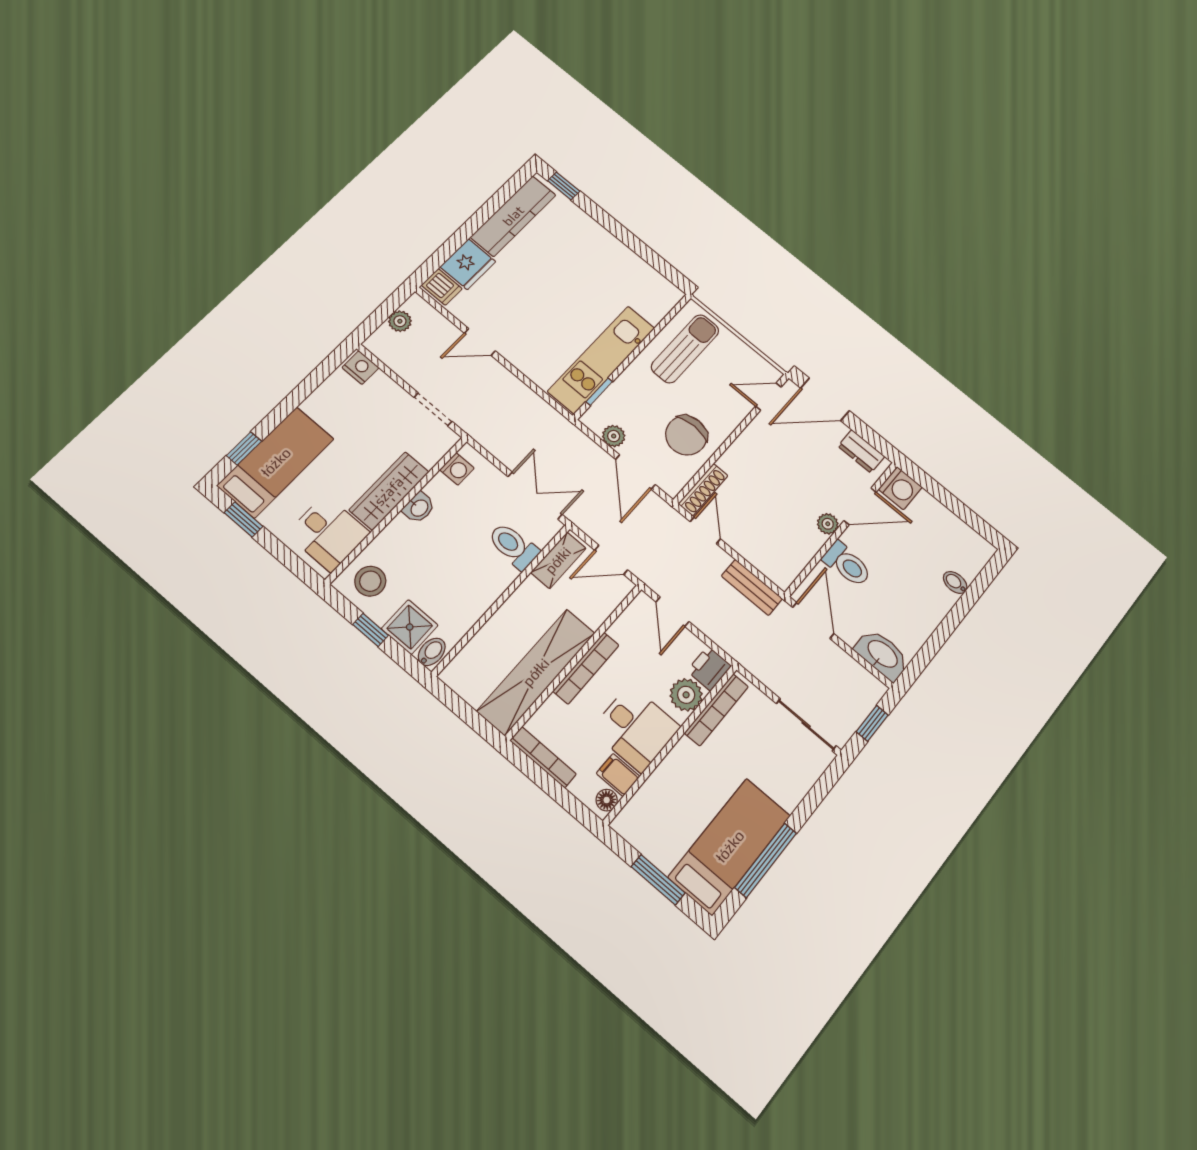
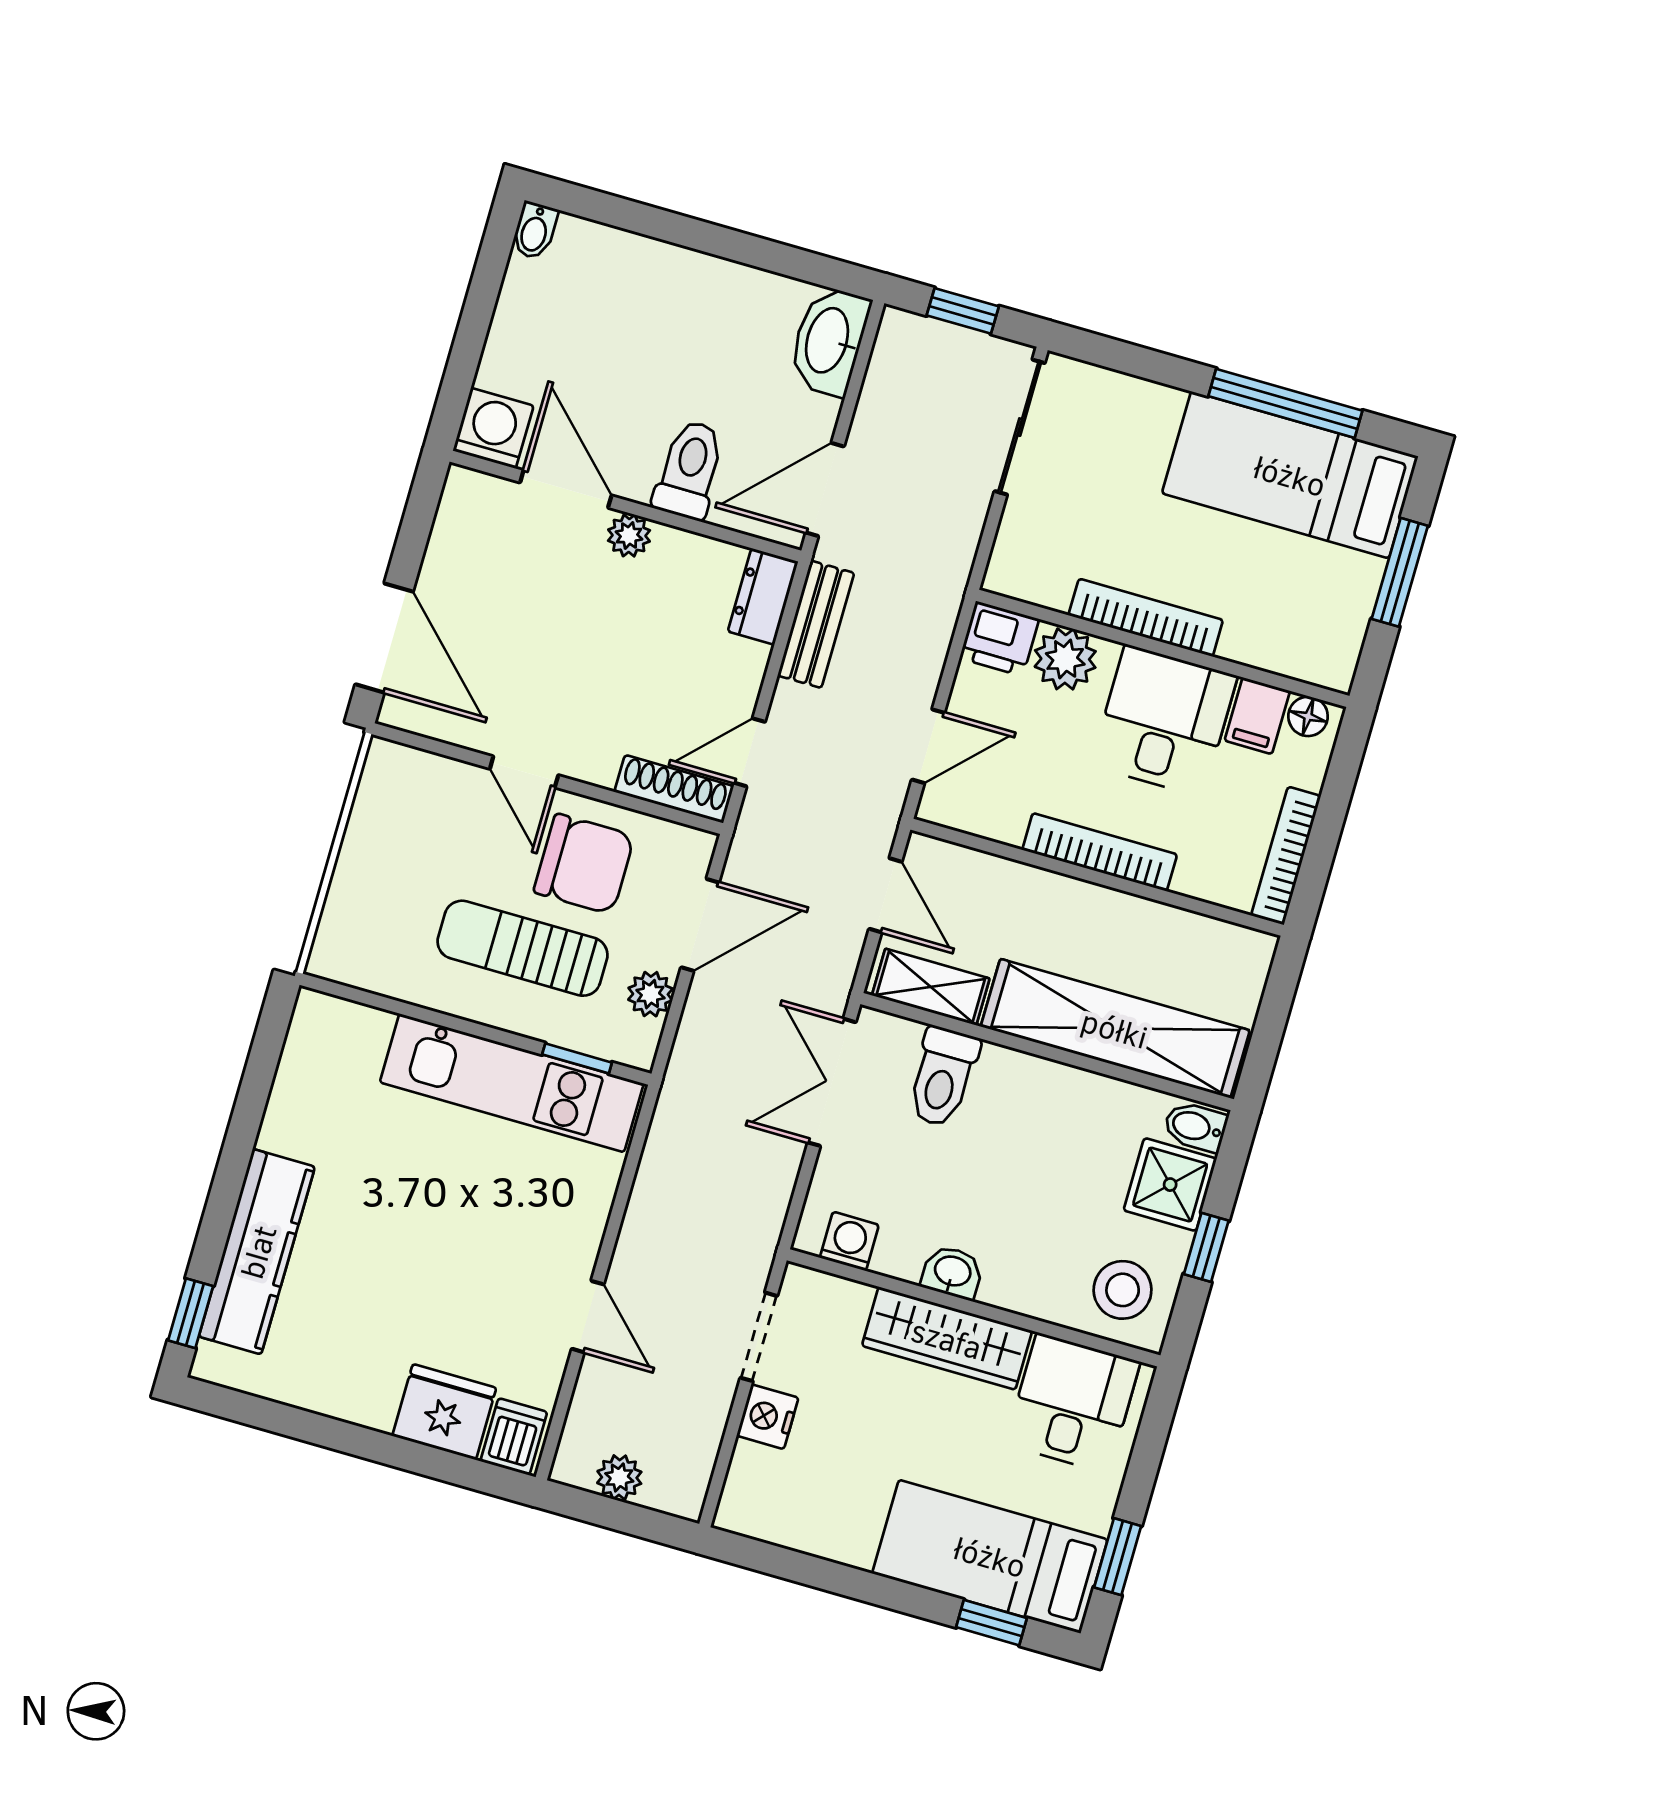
kitchen counter: (513, 216) -> (257, 1252), moved, turned 90
sun lounger: (685, 349) -> (523, 948), moved
nightstand: (360, 368) -> (768, 1417), moved
door: (768, 397) -> (524, 772), moved
dresser: (861, 451) -> (763, 597), moved, turned 180
bidet: (955, 582) -> (535, 231), moved
shelving: (536, 672) -> (1115, 1028), moved
bookcase: (717, 710) -> (1146, 618), moved

